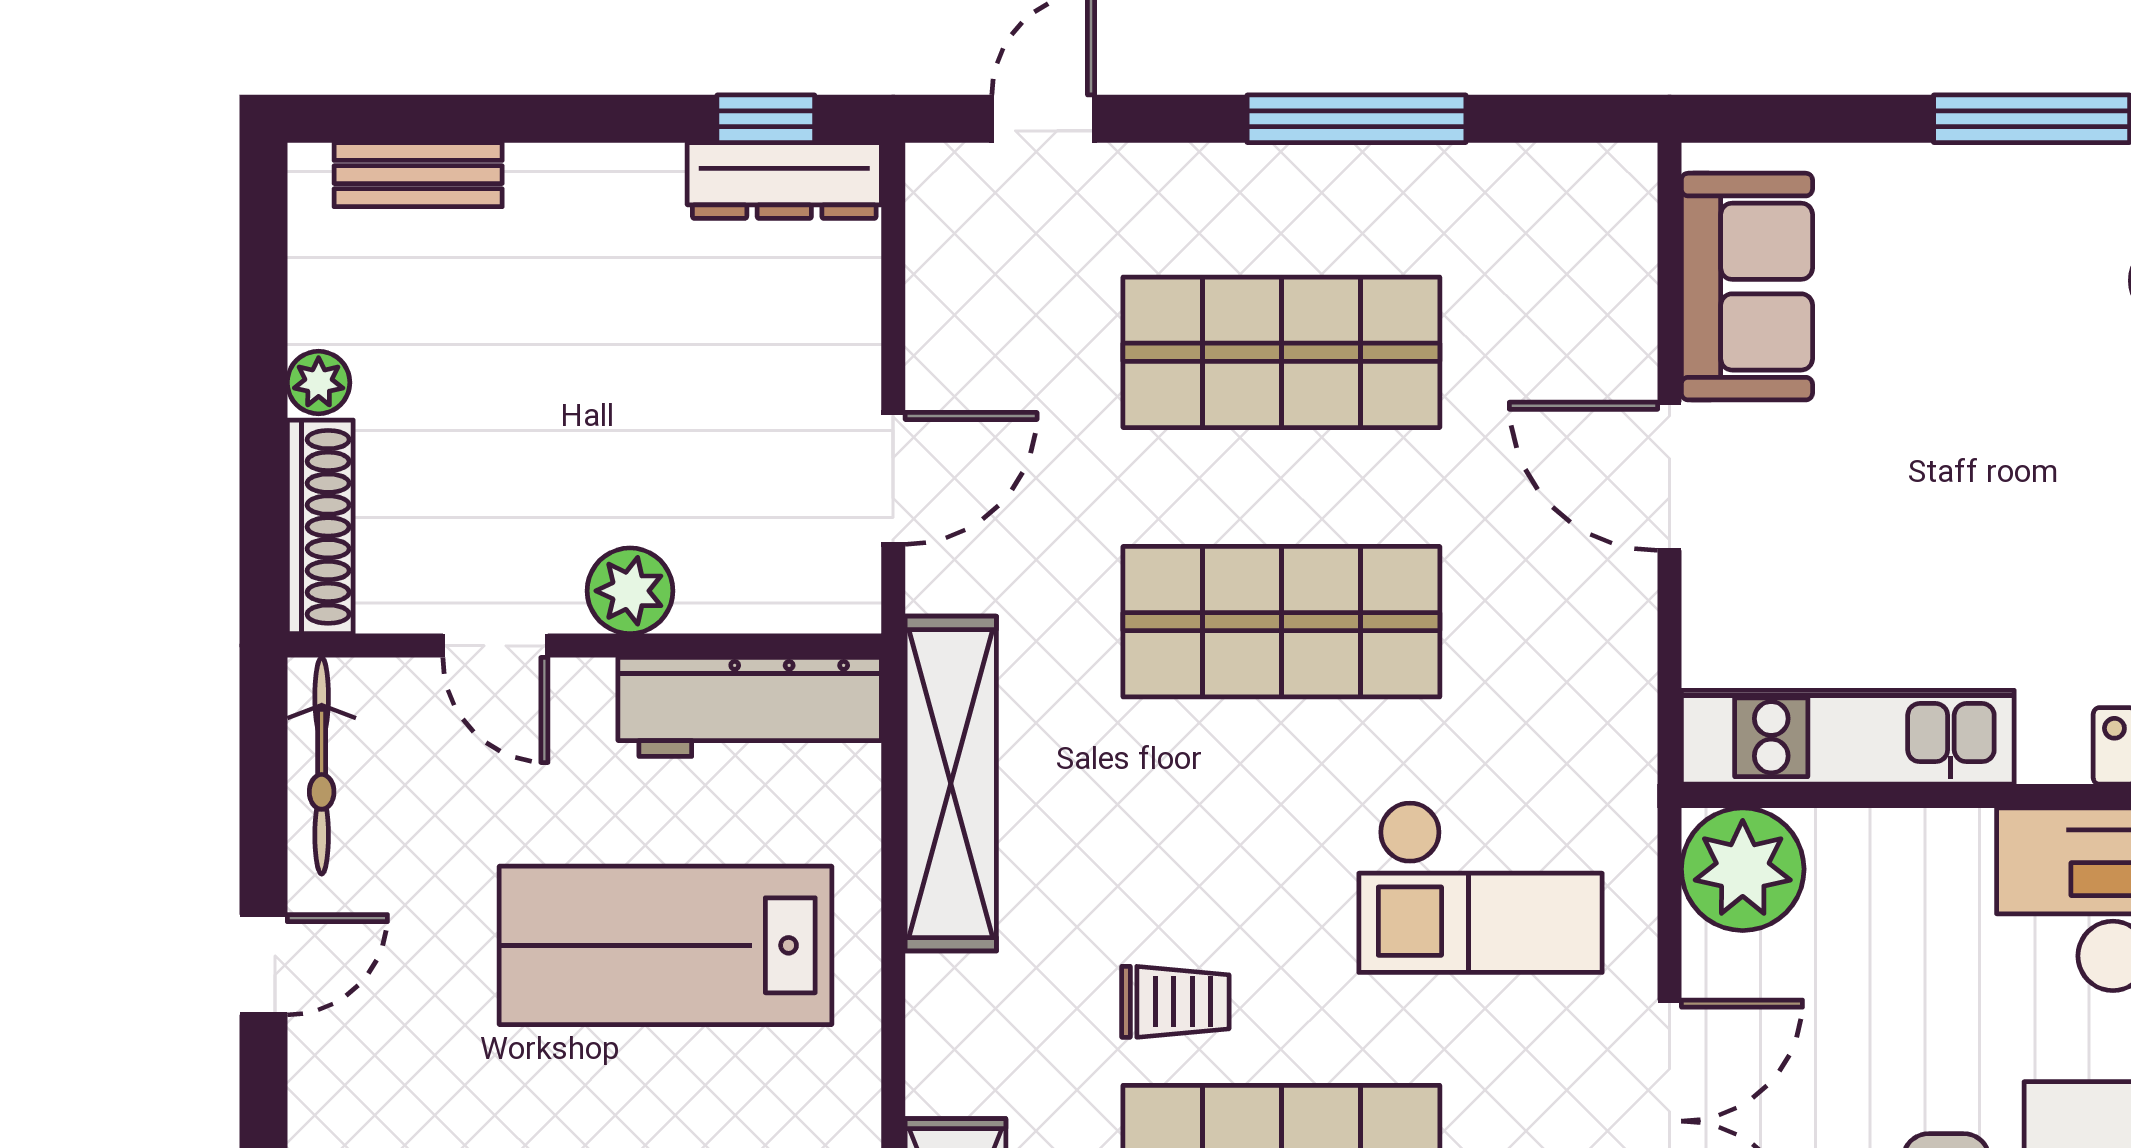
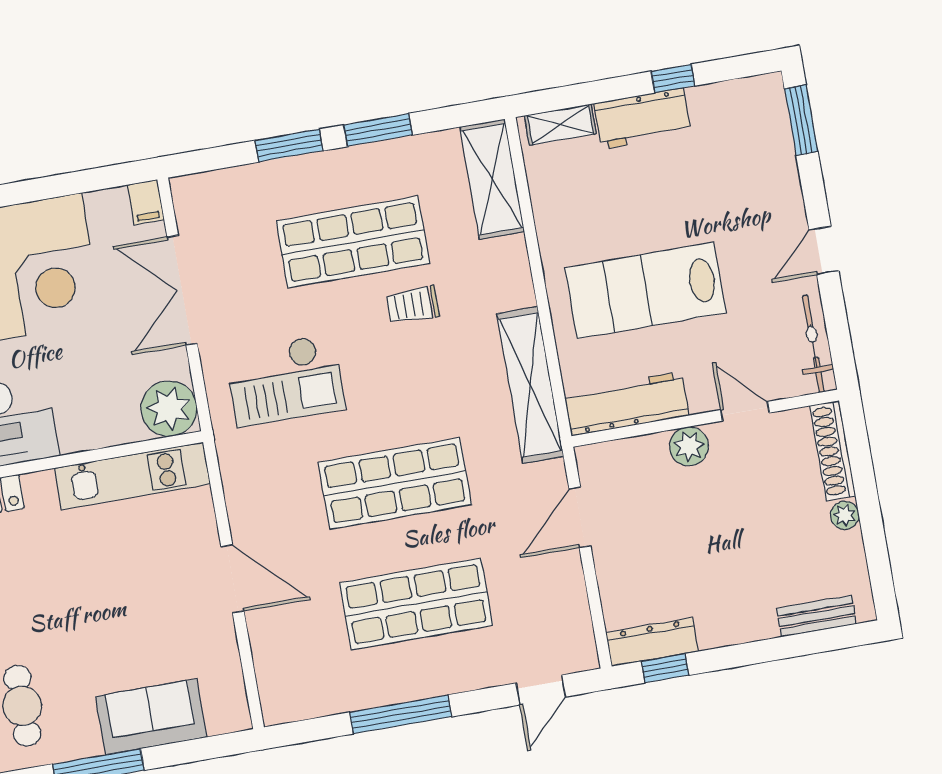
sofa: (1747, 287) -> (151, 717), moved, turned 90
checkout: (1481, 887) -> (285, 380), turned 180
lab bench: (665, 945) -> (645, 290), turned 180

